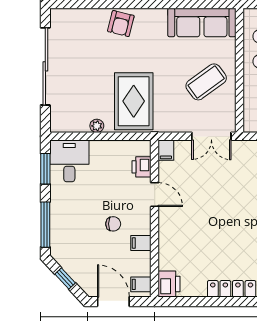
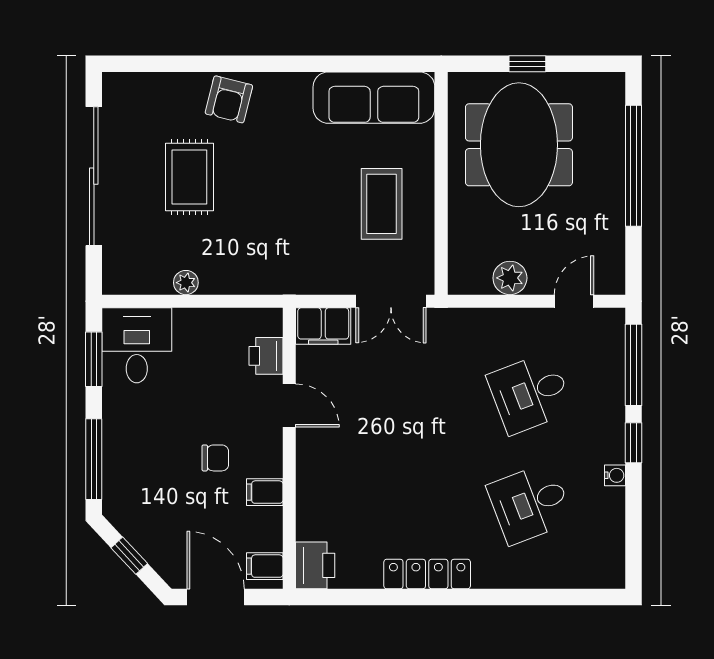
coffee table: (206, 82) -> (382, 204), turned -54
rug: (134, 101) -> (189, 177), moved, width x0.73, depth x0.70
filing cabinet: (166, 150) -> (323, 326), width x2.00

